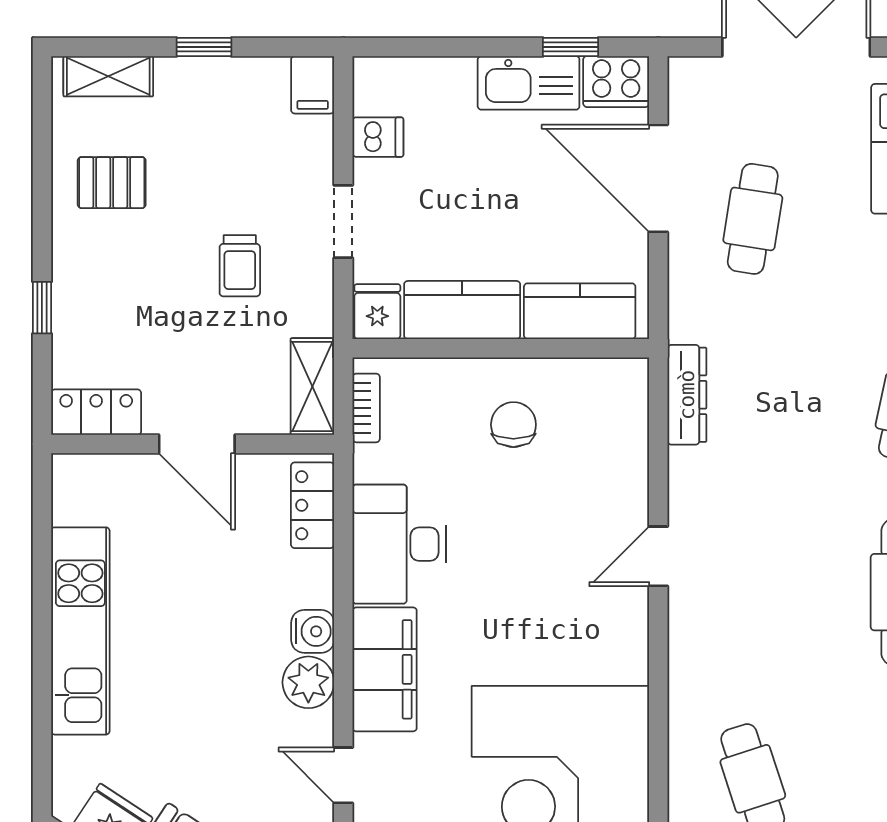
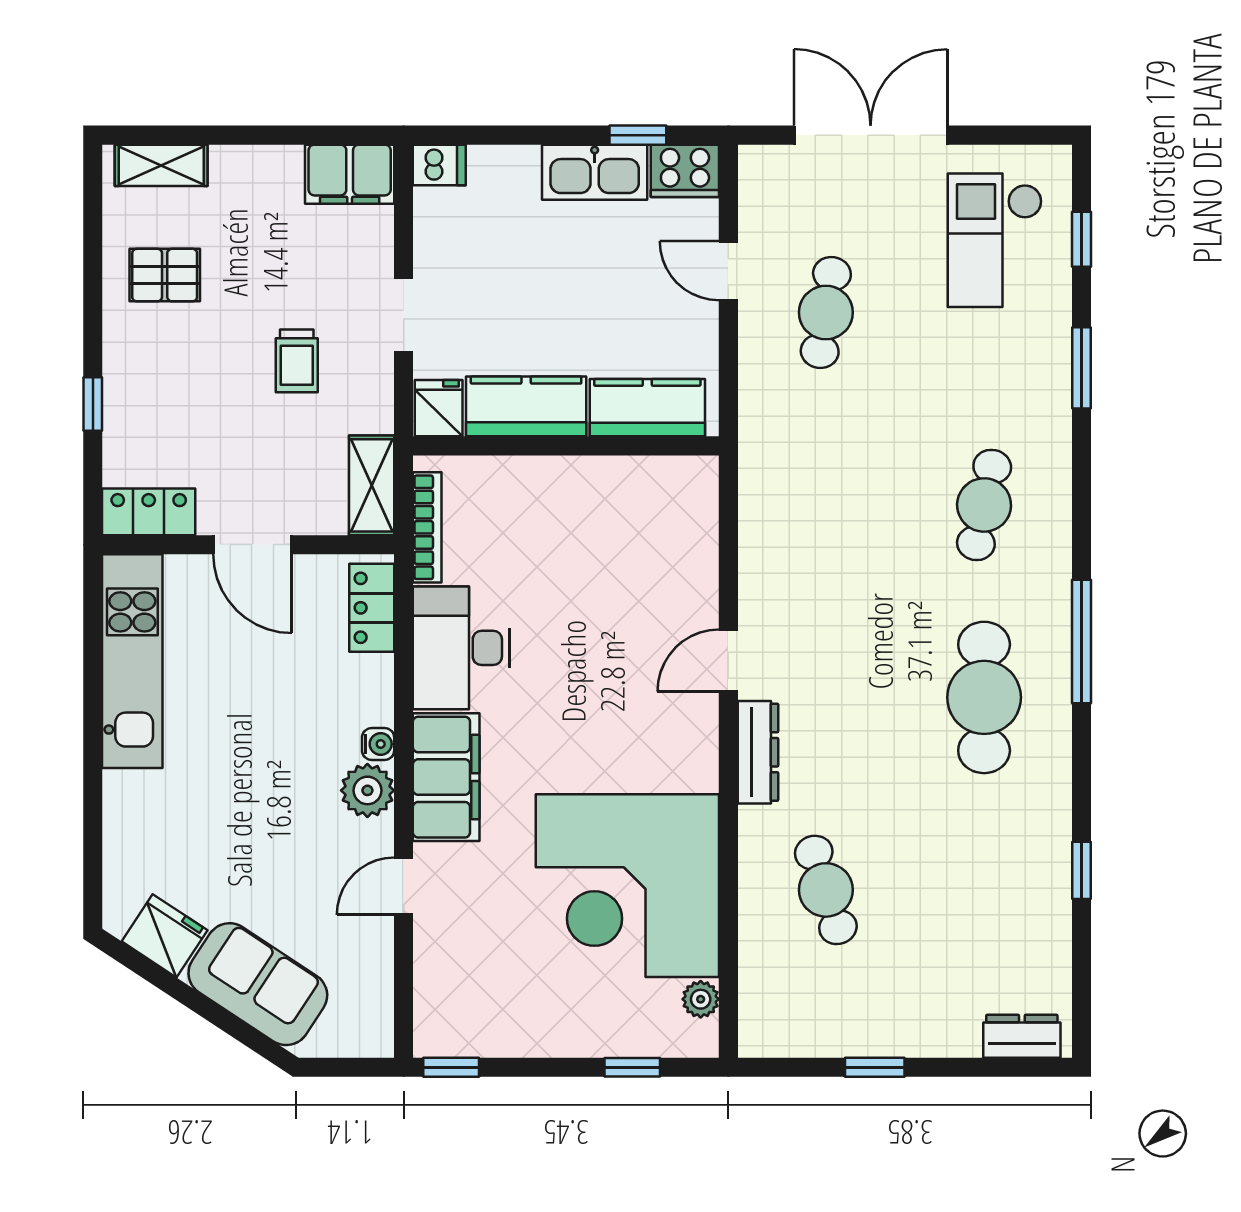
window: (204, 47) -> (260, 135), removed
filing cabinet: (313, 85) -> (350, 174), width x2.00
dishwasher: (378, 137) -> (439, 165), moved
door: (658, 178) -> (728, 271), width x0.53
dresser: (687, 395) -> (758, 752), moved
bookcase: (366, 408) -> (427, 527), width x1.56
chair: (513, 425) -> (579, 525), removed
kitchen unit: (80, 631) -> (132, 661), moved
water cooler: (313, 631) -> (378, 744), width x0.72, depth x0.72
door: (343, 775) -> (404, 886), hinge flipped

